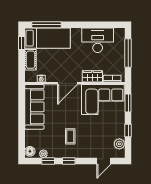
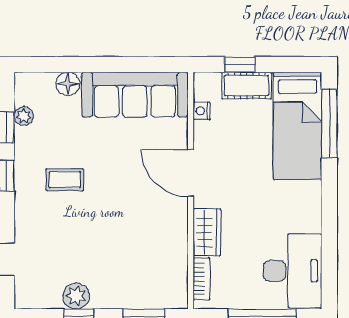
desk: (98, 40) -> (293, 271), moved
window: (22, 43) -> (240, 64), moved
corner sofa: (103, 100) -> (152, 257), removed
plant: (119, 144) -> (76, 296), moved
floor lamp: (30, 151) -> (68, 84), moved

